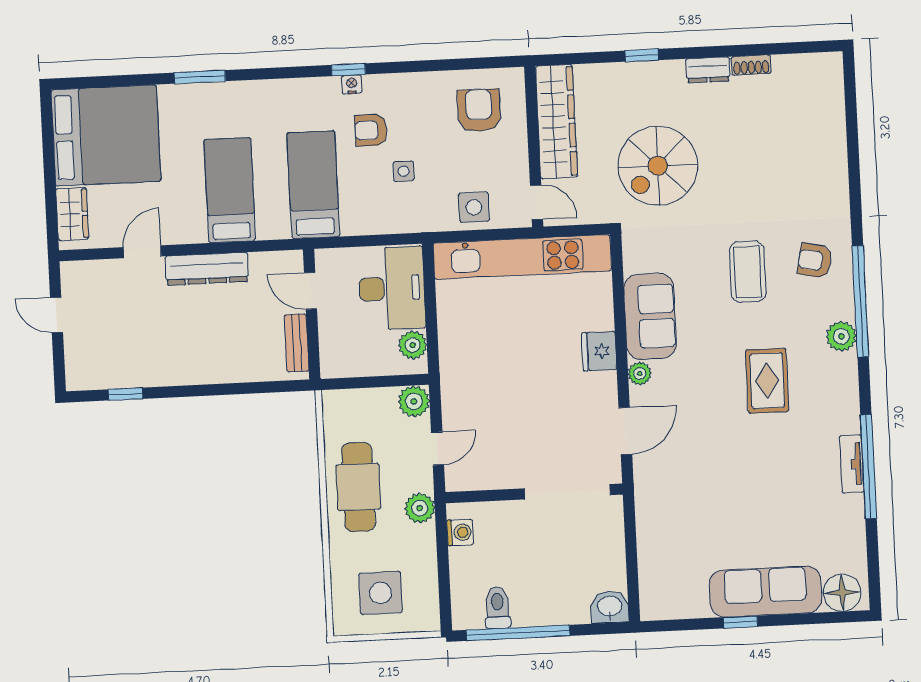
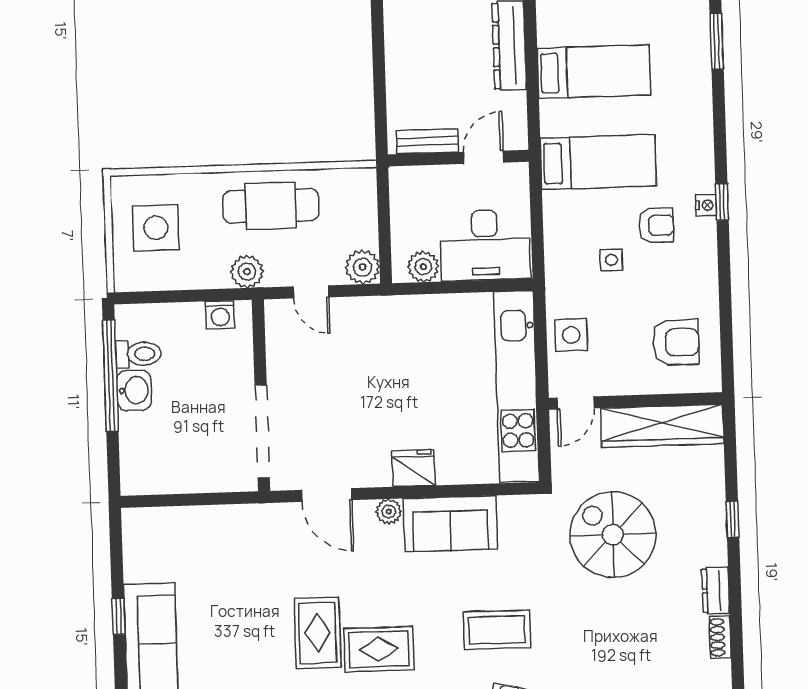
armchair: (371, 130) -> (656, 225), turned 90
rug: (753, 438) -> (318, 633), added
washbasin: (610, 607) -> (134, 390), moved

